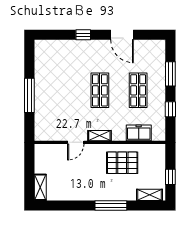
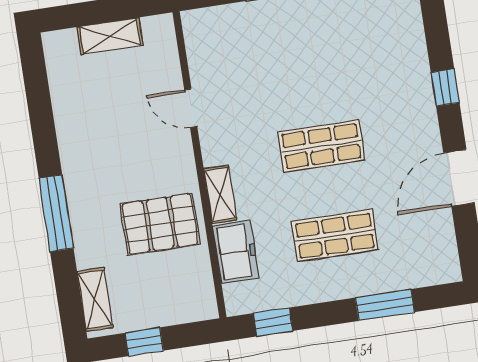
window: (170, 109) -> (273, 322), moved
shelving: (99, 136) -> (220, 194), moved
pallet: (122, 163) -> (160, 224), turned 90
shelving: (40, 187) -> (110, 36), moved

